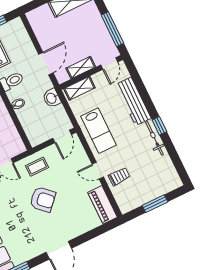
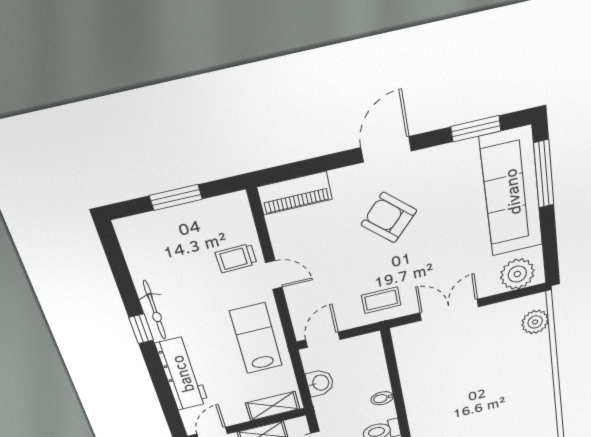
washbasin: (52, 98) -> (320, 383), moved
armchair: (43, 199) -> (389, 218), moved
piano: (103, 205) -> (295, 193), moved, turned 90

